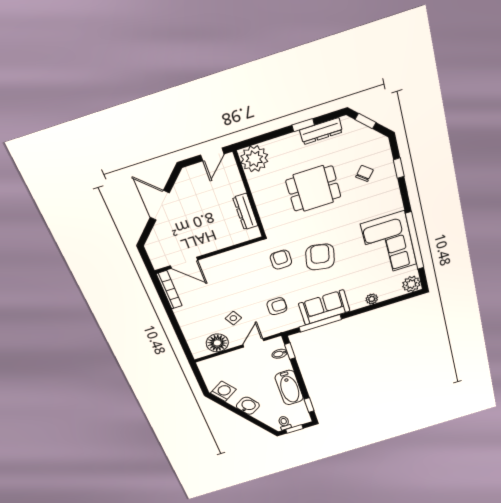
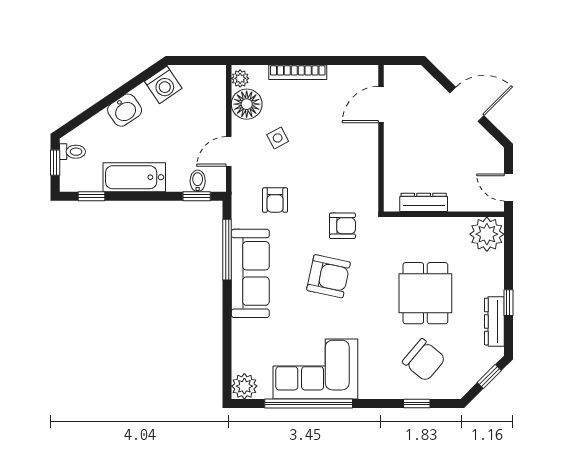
chair: (364, 173) -> (424, 360), width x1.87, depth x1.87
bookcase: (169, 290) -> (298, 72), moved
plant: (372, 299) -> (240, 78), moved
sofa: (324, 307) -> (250, 273), width x1.36
door: (253, 343) -> (229, 151), swing flipped

